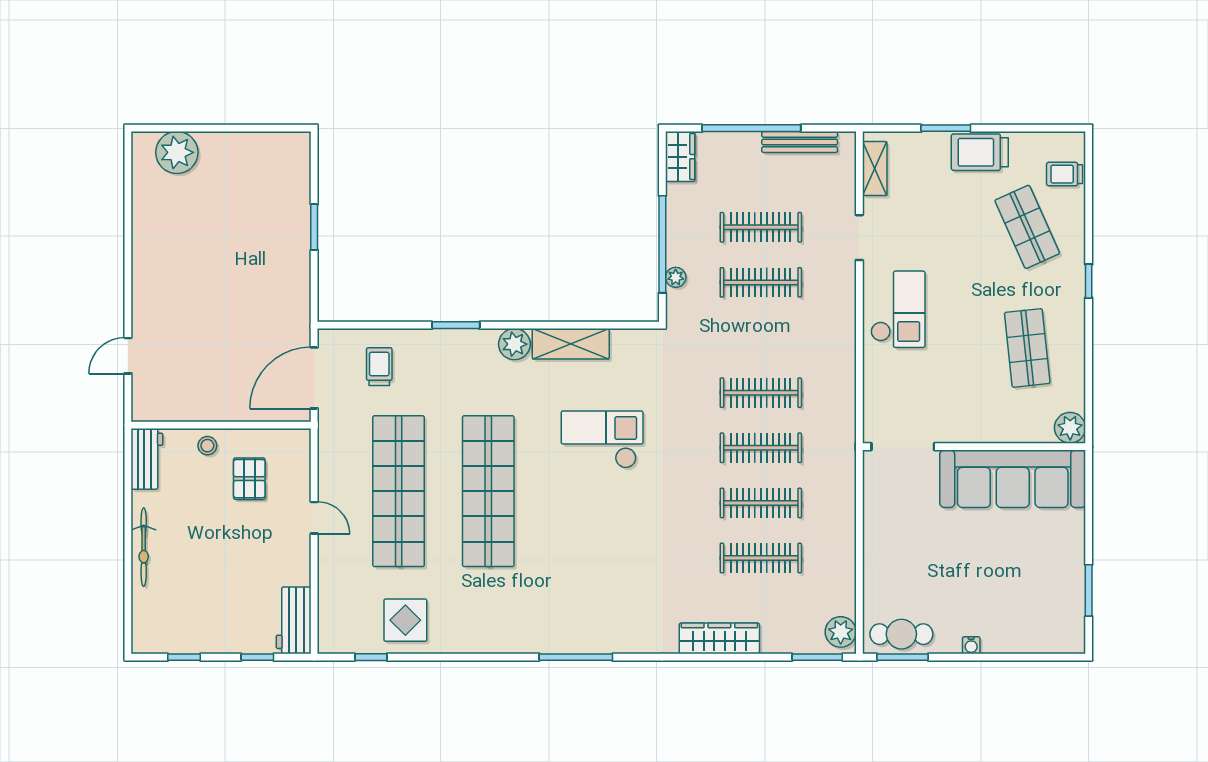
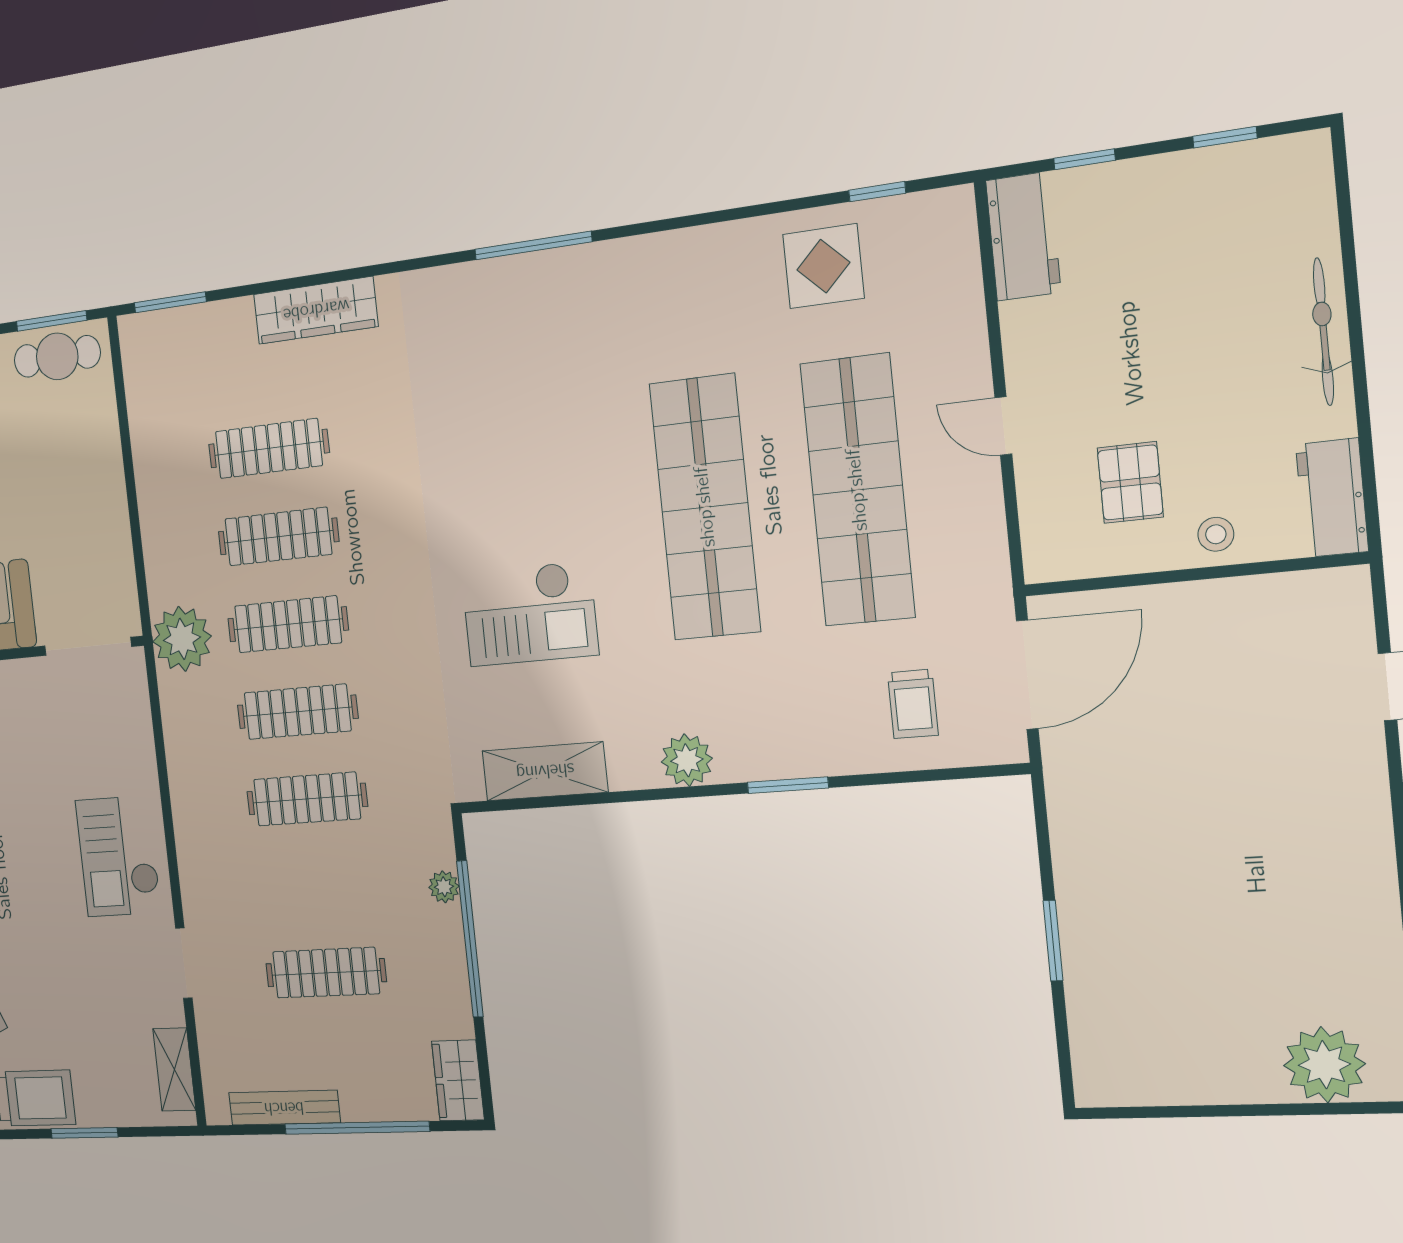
clothes rail: (761, 282) -> (307, 799), moved
shelving: (571, 344) -> (545, 771), moved
plant: (841, 632) -> (182, 639), moved, width x1.36, depth x1.36

